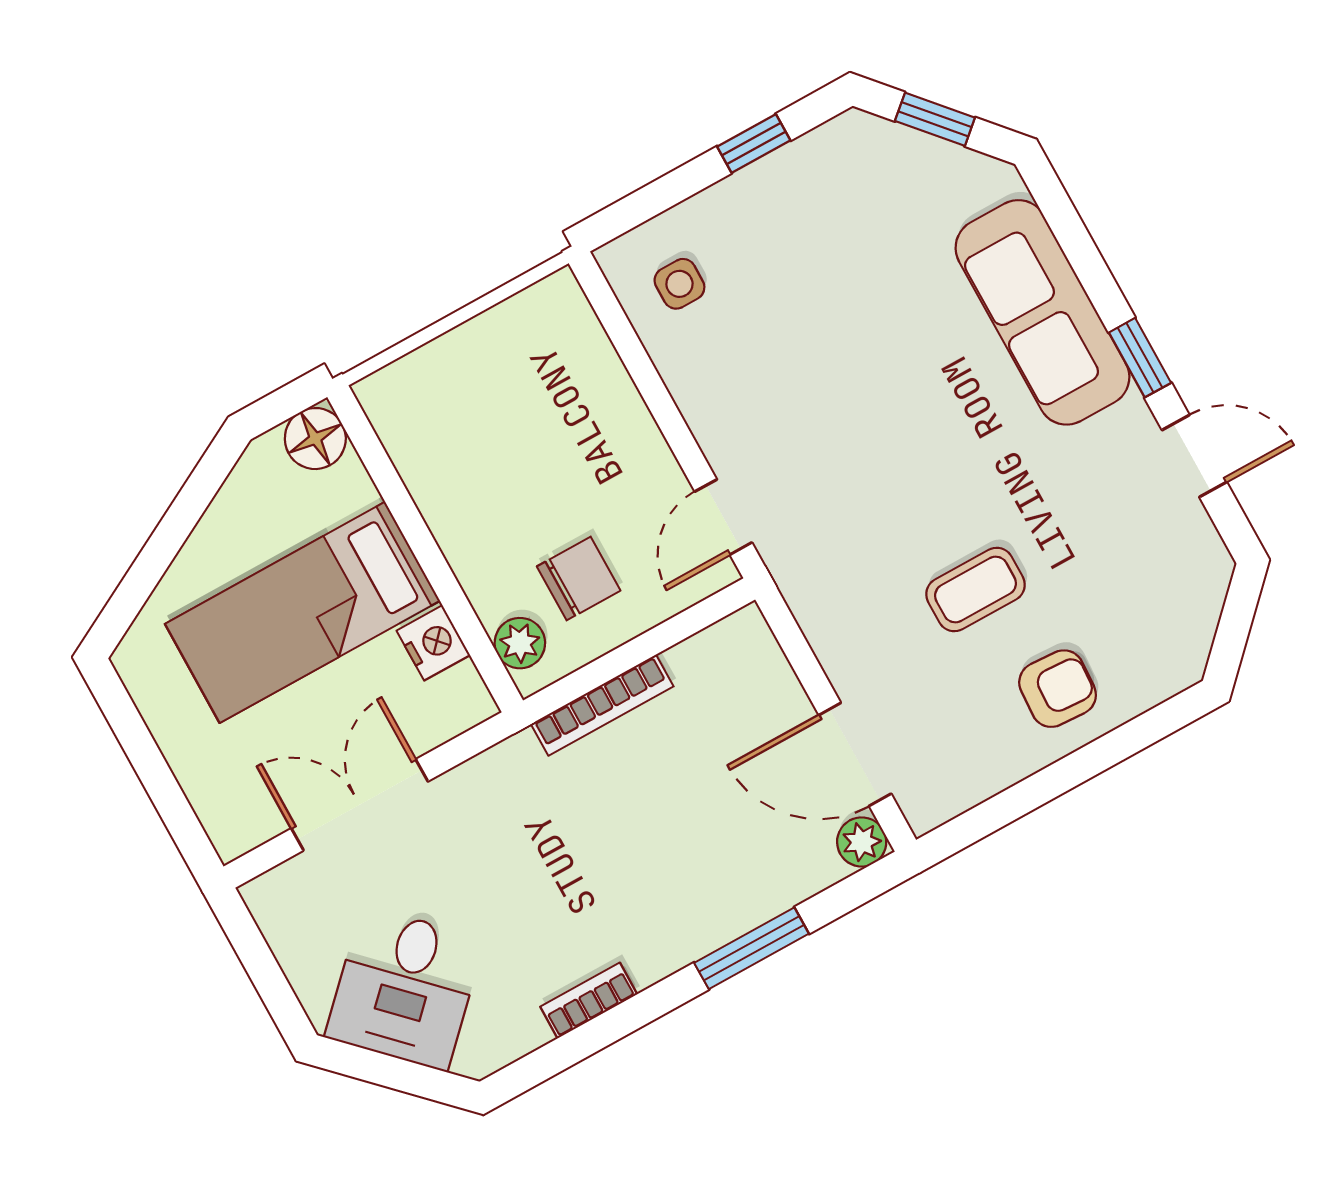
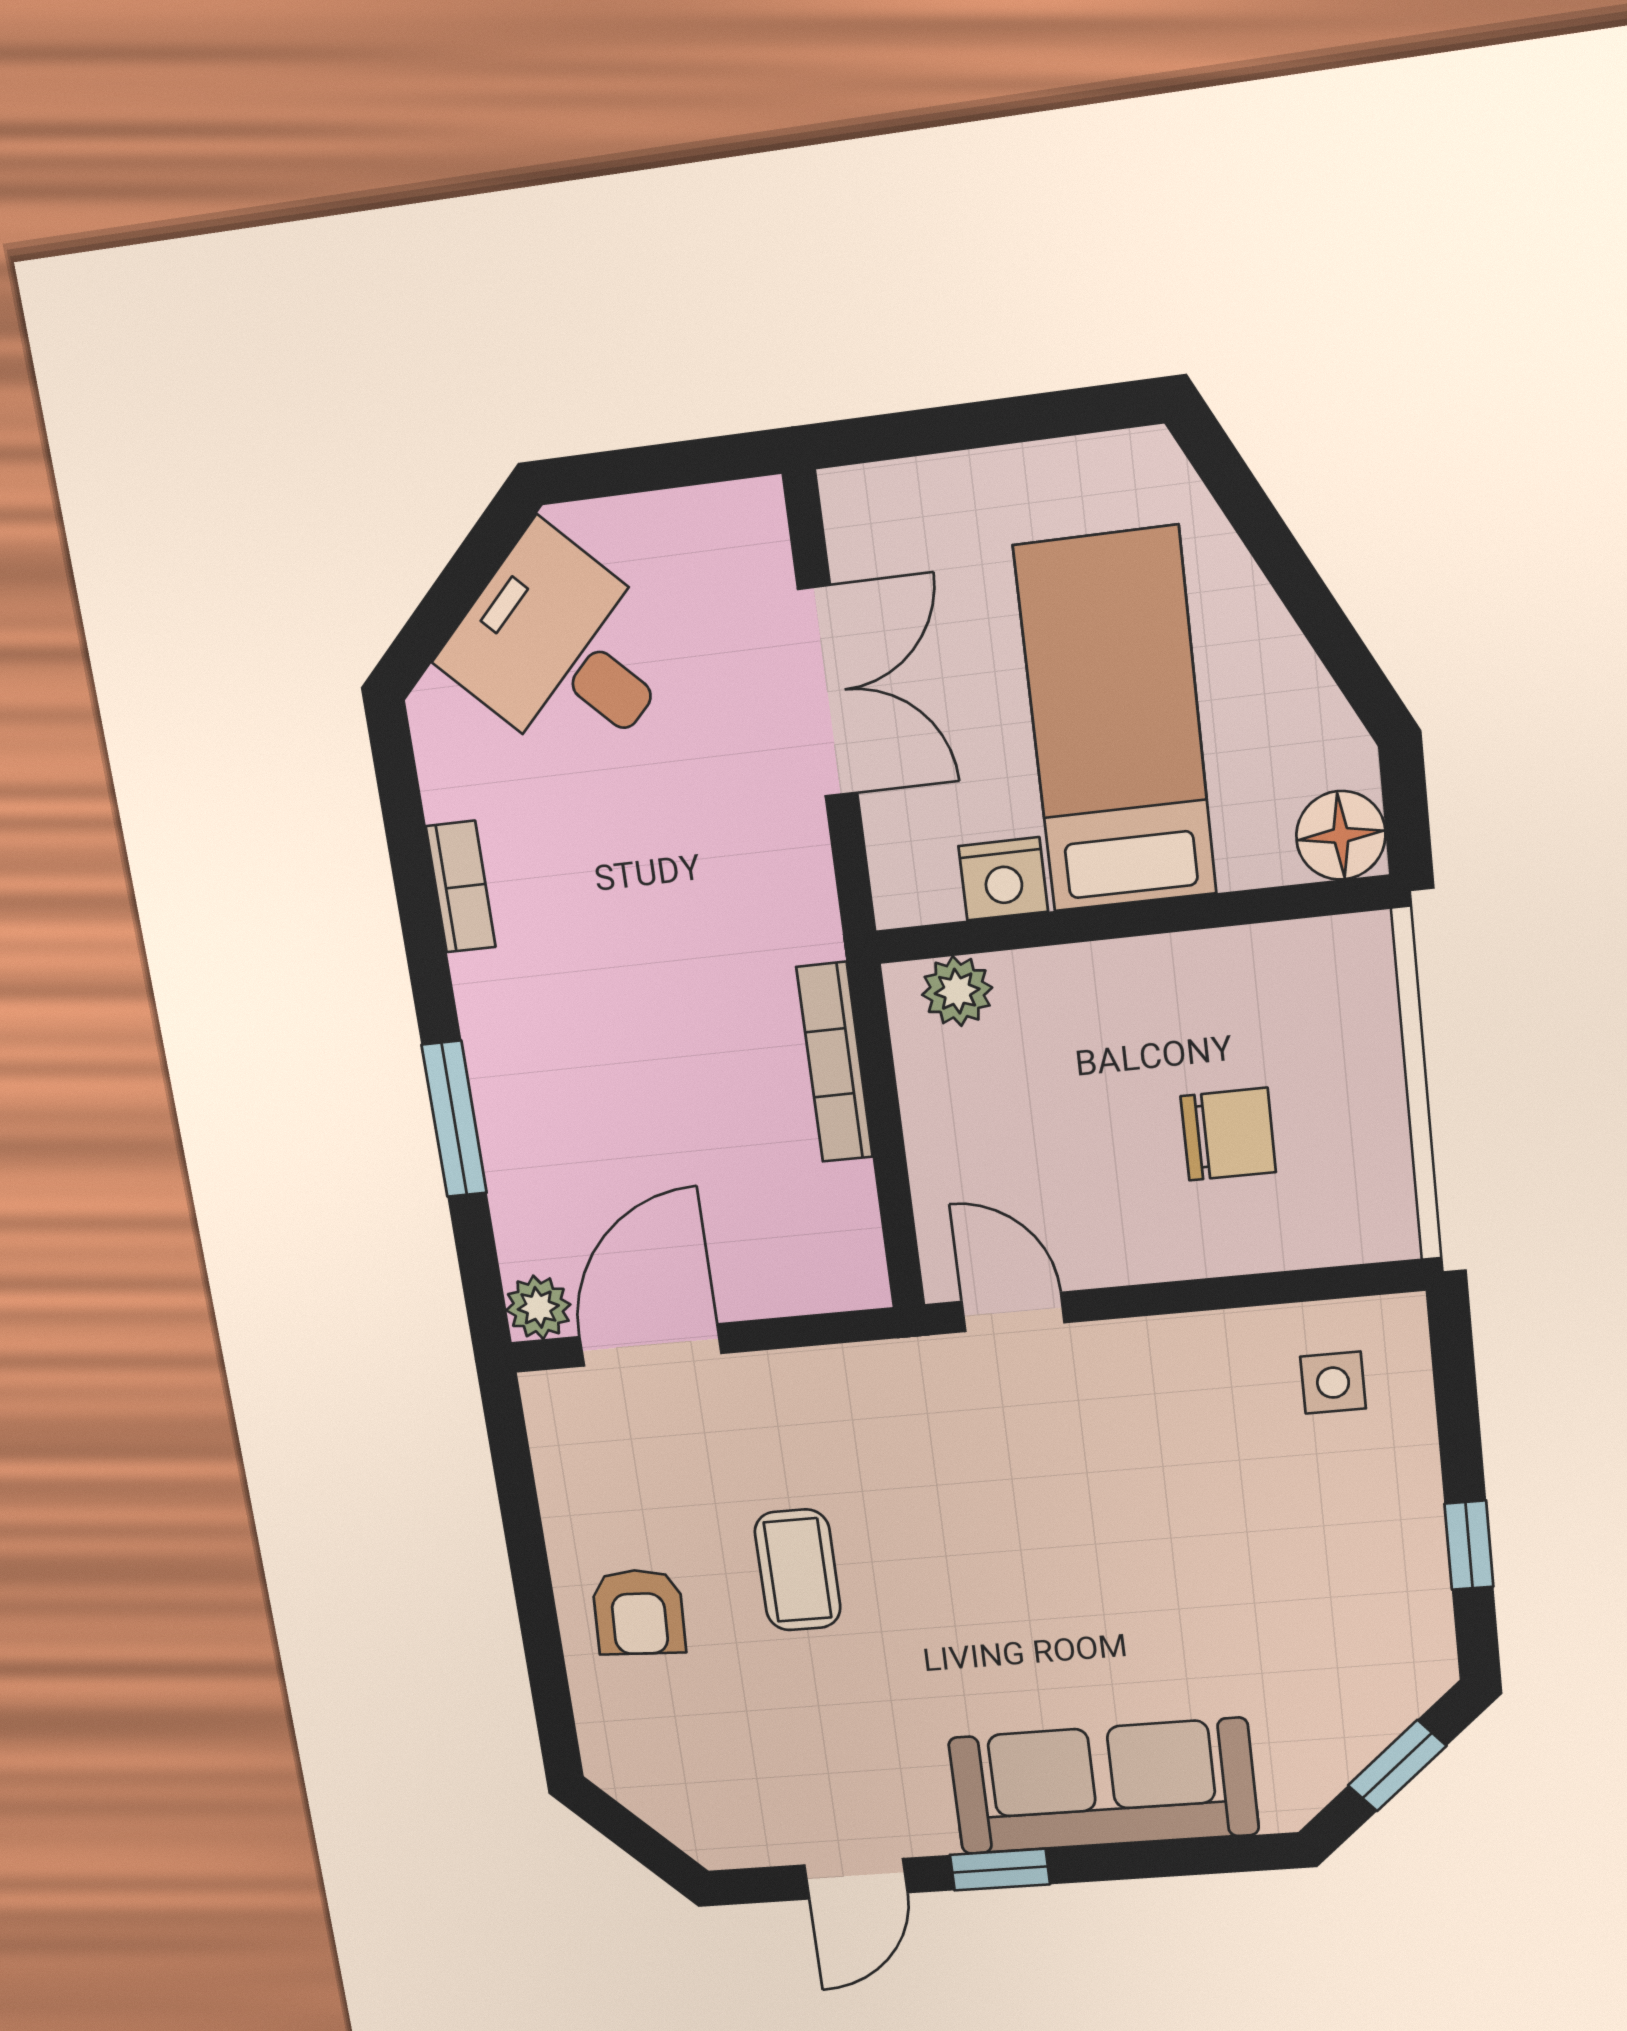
chair: (579, 579) -> (1228, 1134), moved, turned -90

